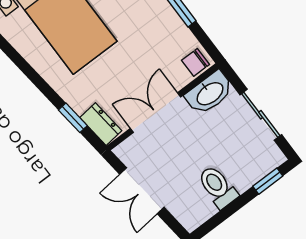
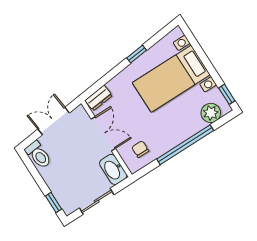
chair: (196, 62) -> (140, 149), moved
window: (73, 118) -> (137, 54), moved
toilet: (218, 187) -> (38, 155), moved, turned 84

